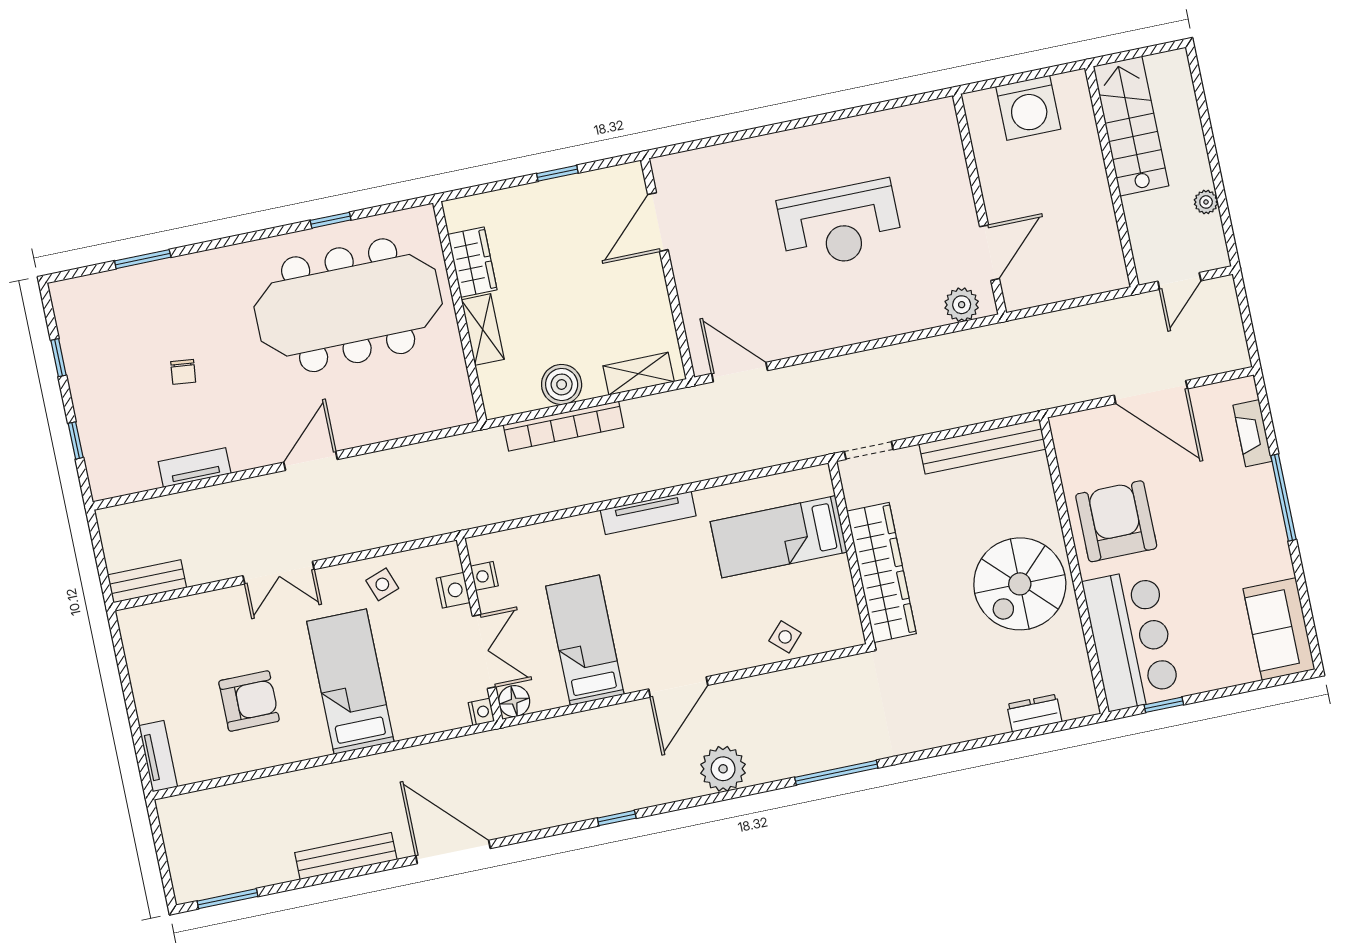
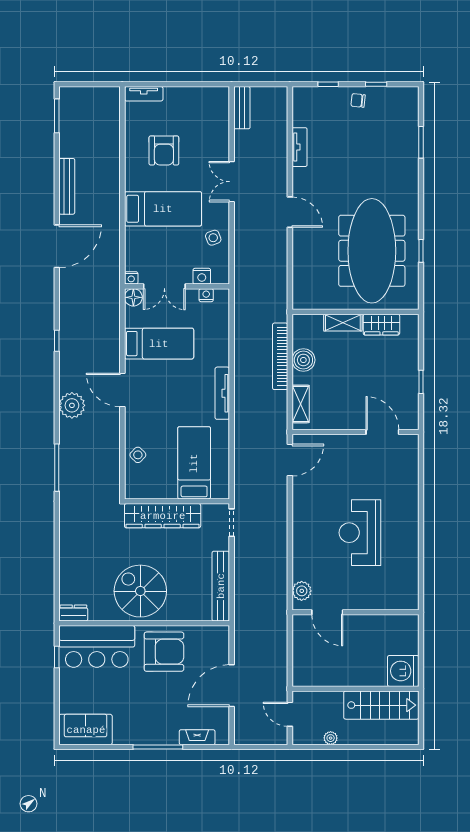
washing machine: (1028, 108) -> (403, 671), moved
chair: (183, 372) -> (358, 100), moved
dresser: (1034, 713) -> (73, 613), moved, turned -90

